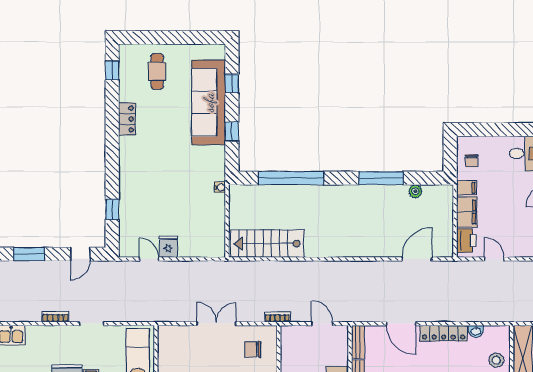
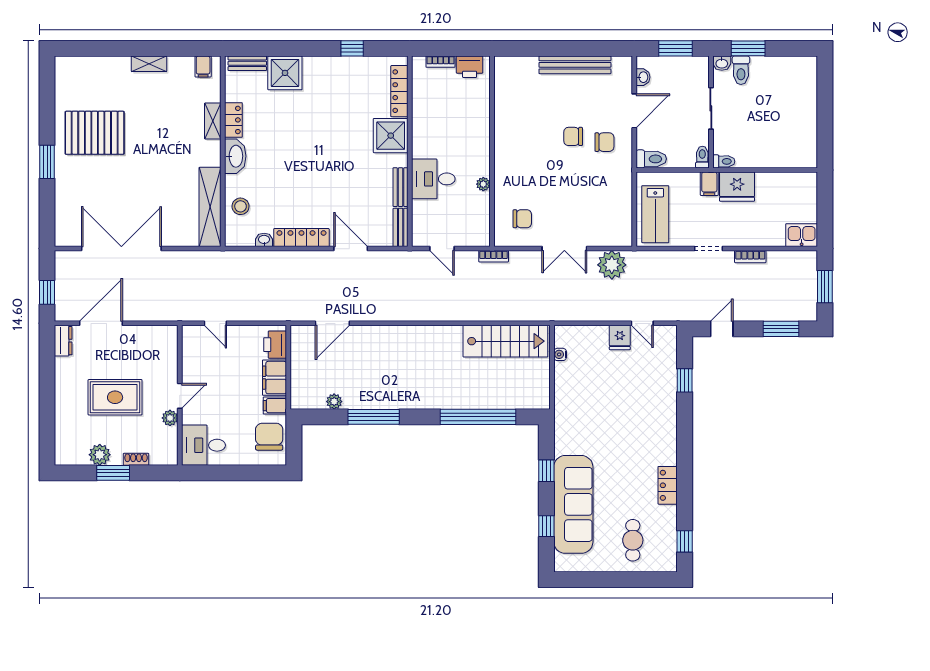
chair: (472, 161) -> (269, 437), width x1.87, depth x1.87
water cooler: (220, 187) -> (560, 354), moved
door: (494, 259) -> (215, 323), moved
plant: (175, 310) -> (612, 265), added

